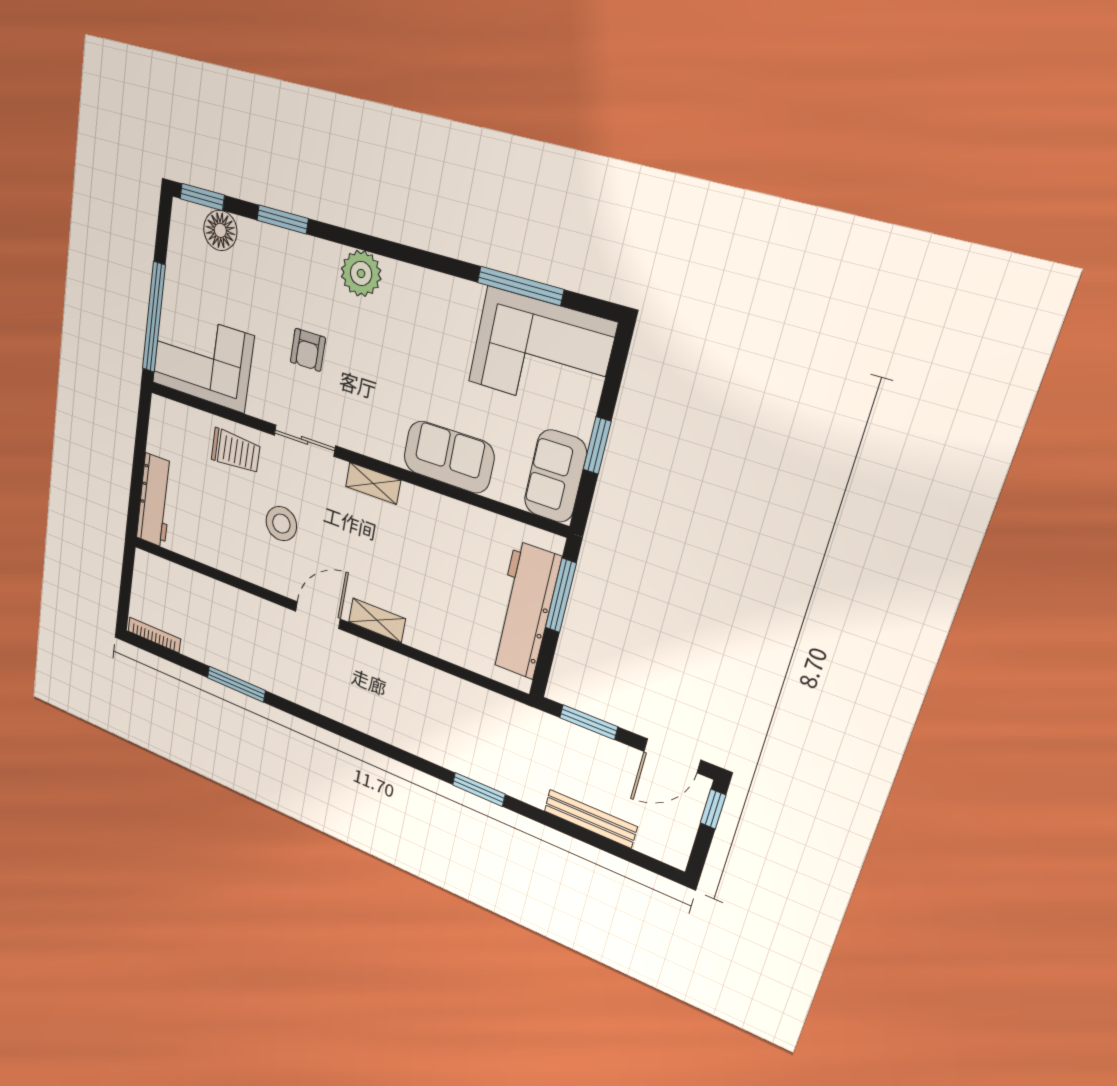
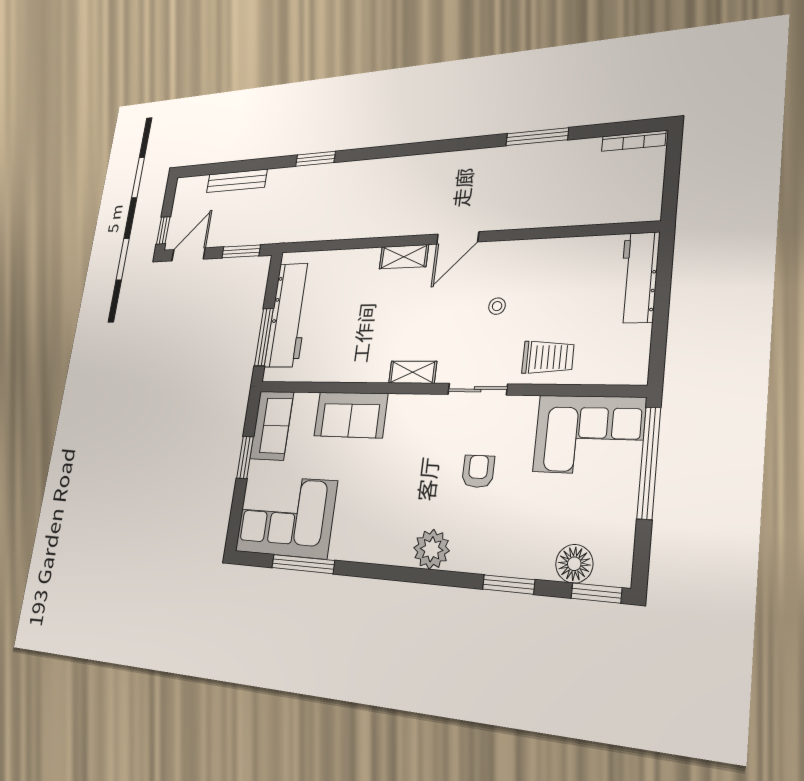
trolley: (236, 451) -> (548, 357), turned 180
stool: (281, 524) -> (497, 306), width x0.53, depth x0.53

